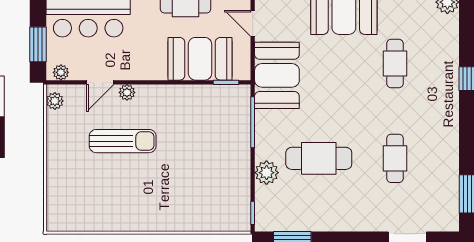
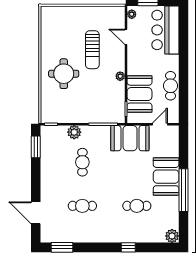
plant: (127, 92) -> (120, 76), moved
plant: (55, 101) -> (115, 11), removed
cafe table: (319, 158) -> (82, 162), width x0.73, depth x0.74
round table: (165, 191) -> (64, 74), added

